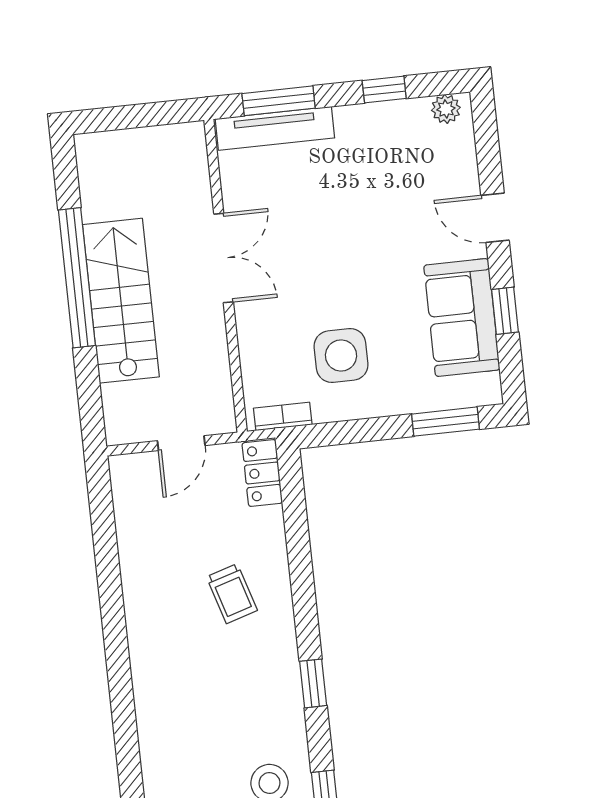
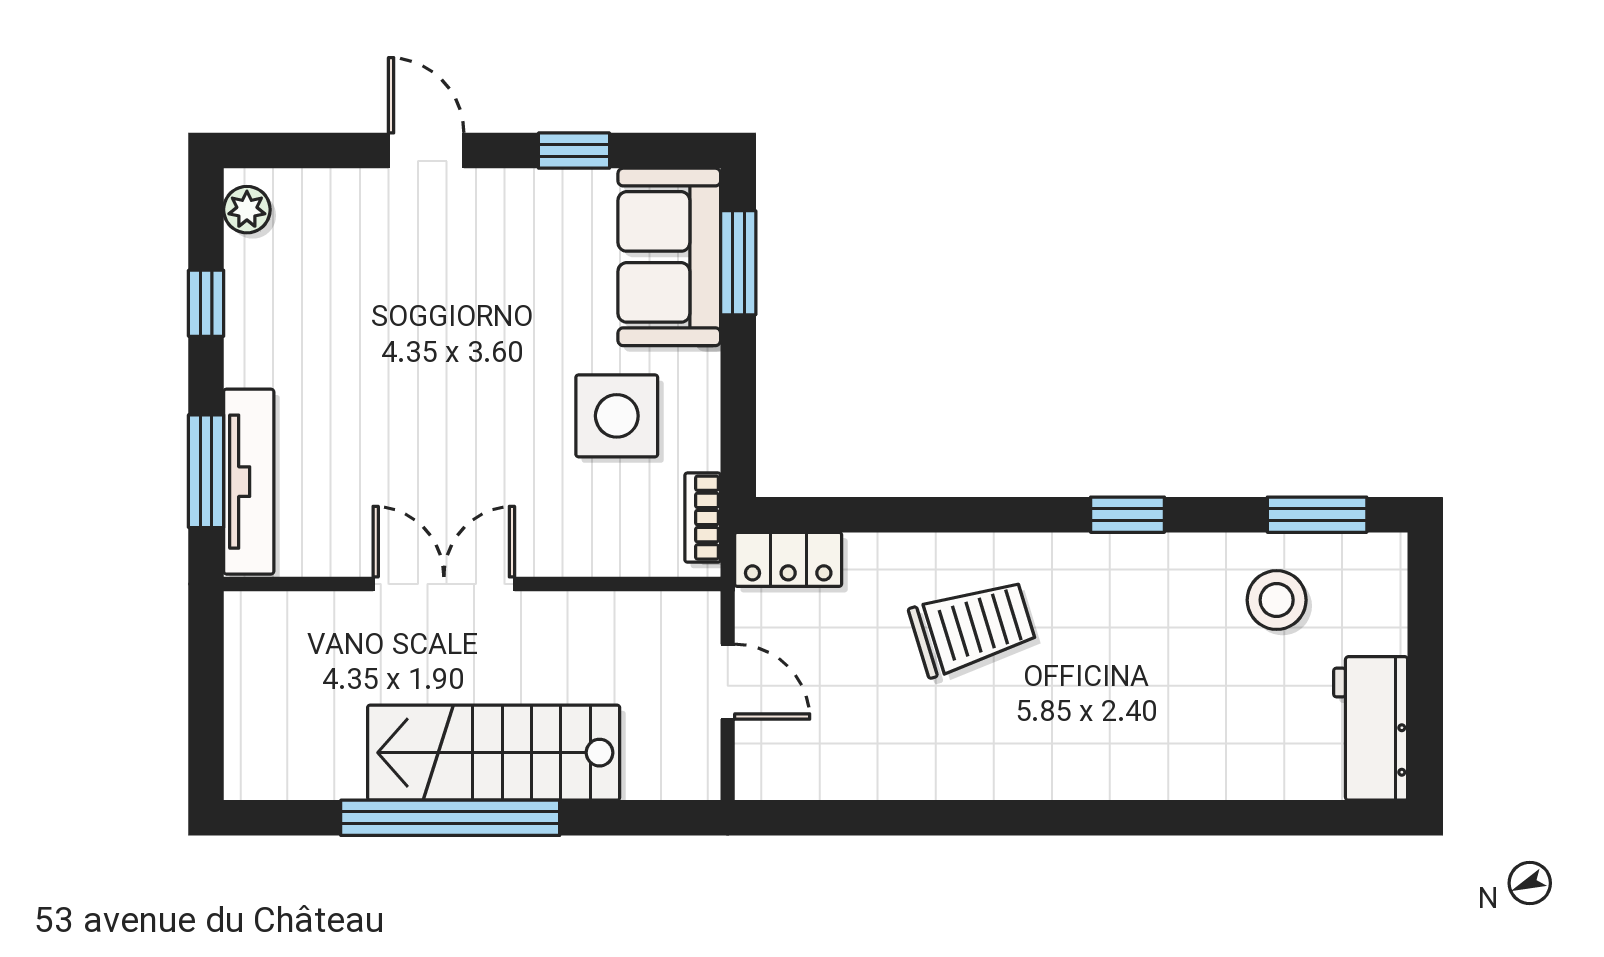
door: (495, 218) -> (426, 151), swing flipped
sofa: (462, 318) -> (669, 257), moved, turned 90
trolley: (232, 594) -> (973, 627), width x1.36, depth x1.39

